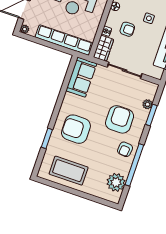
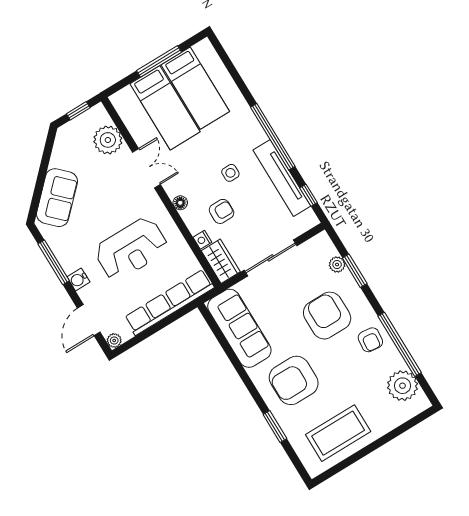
sofa: (81, 77) -> (239, 328), width x1.36

